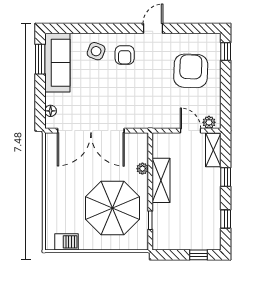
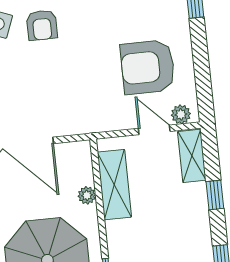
armchair: (191, 71) -> (148, 67), moved, turned -92
shelving: (161, 180) -> (114, 185), moved

